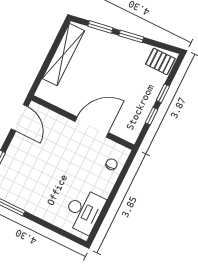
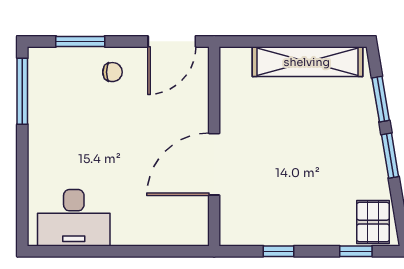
window: (163, 93) -> (356, 251), moved
door: (92, 127) -> (214, 164), swing flipped
chair: (111, 164) -> (112, 72), moved

